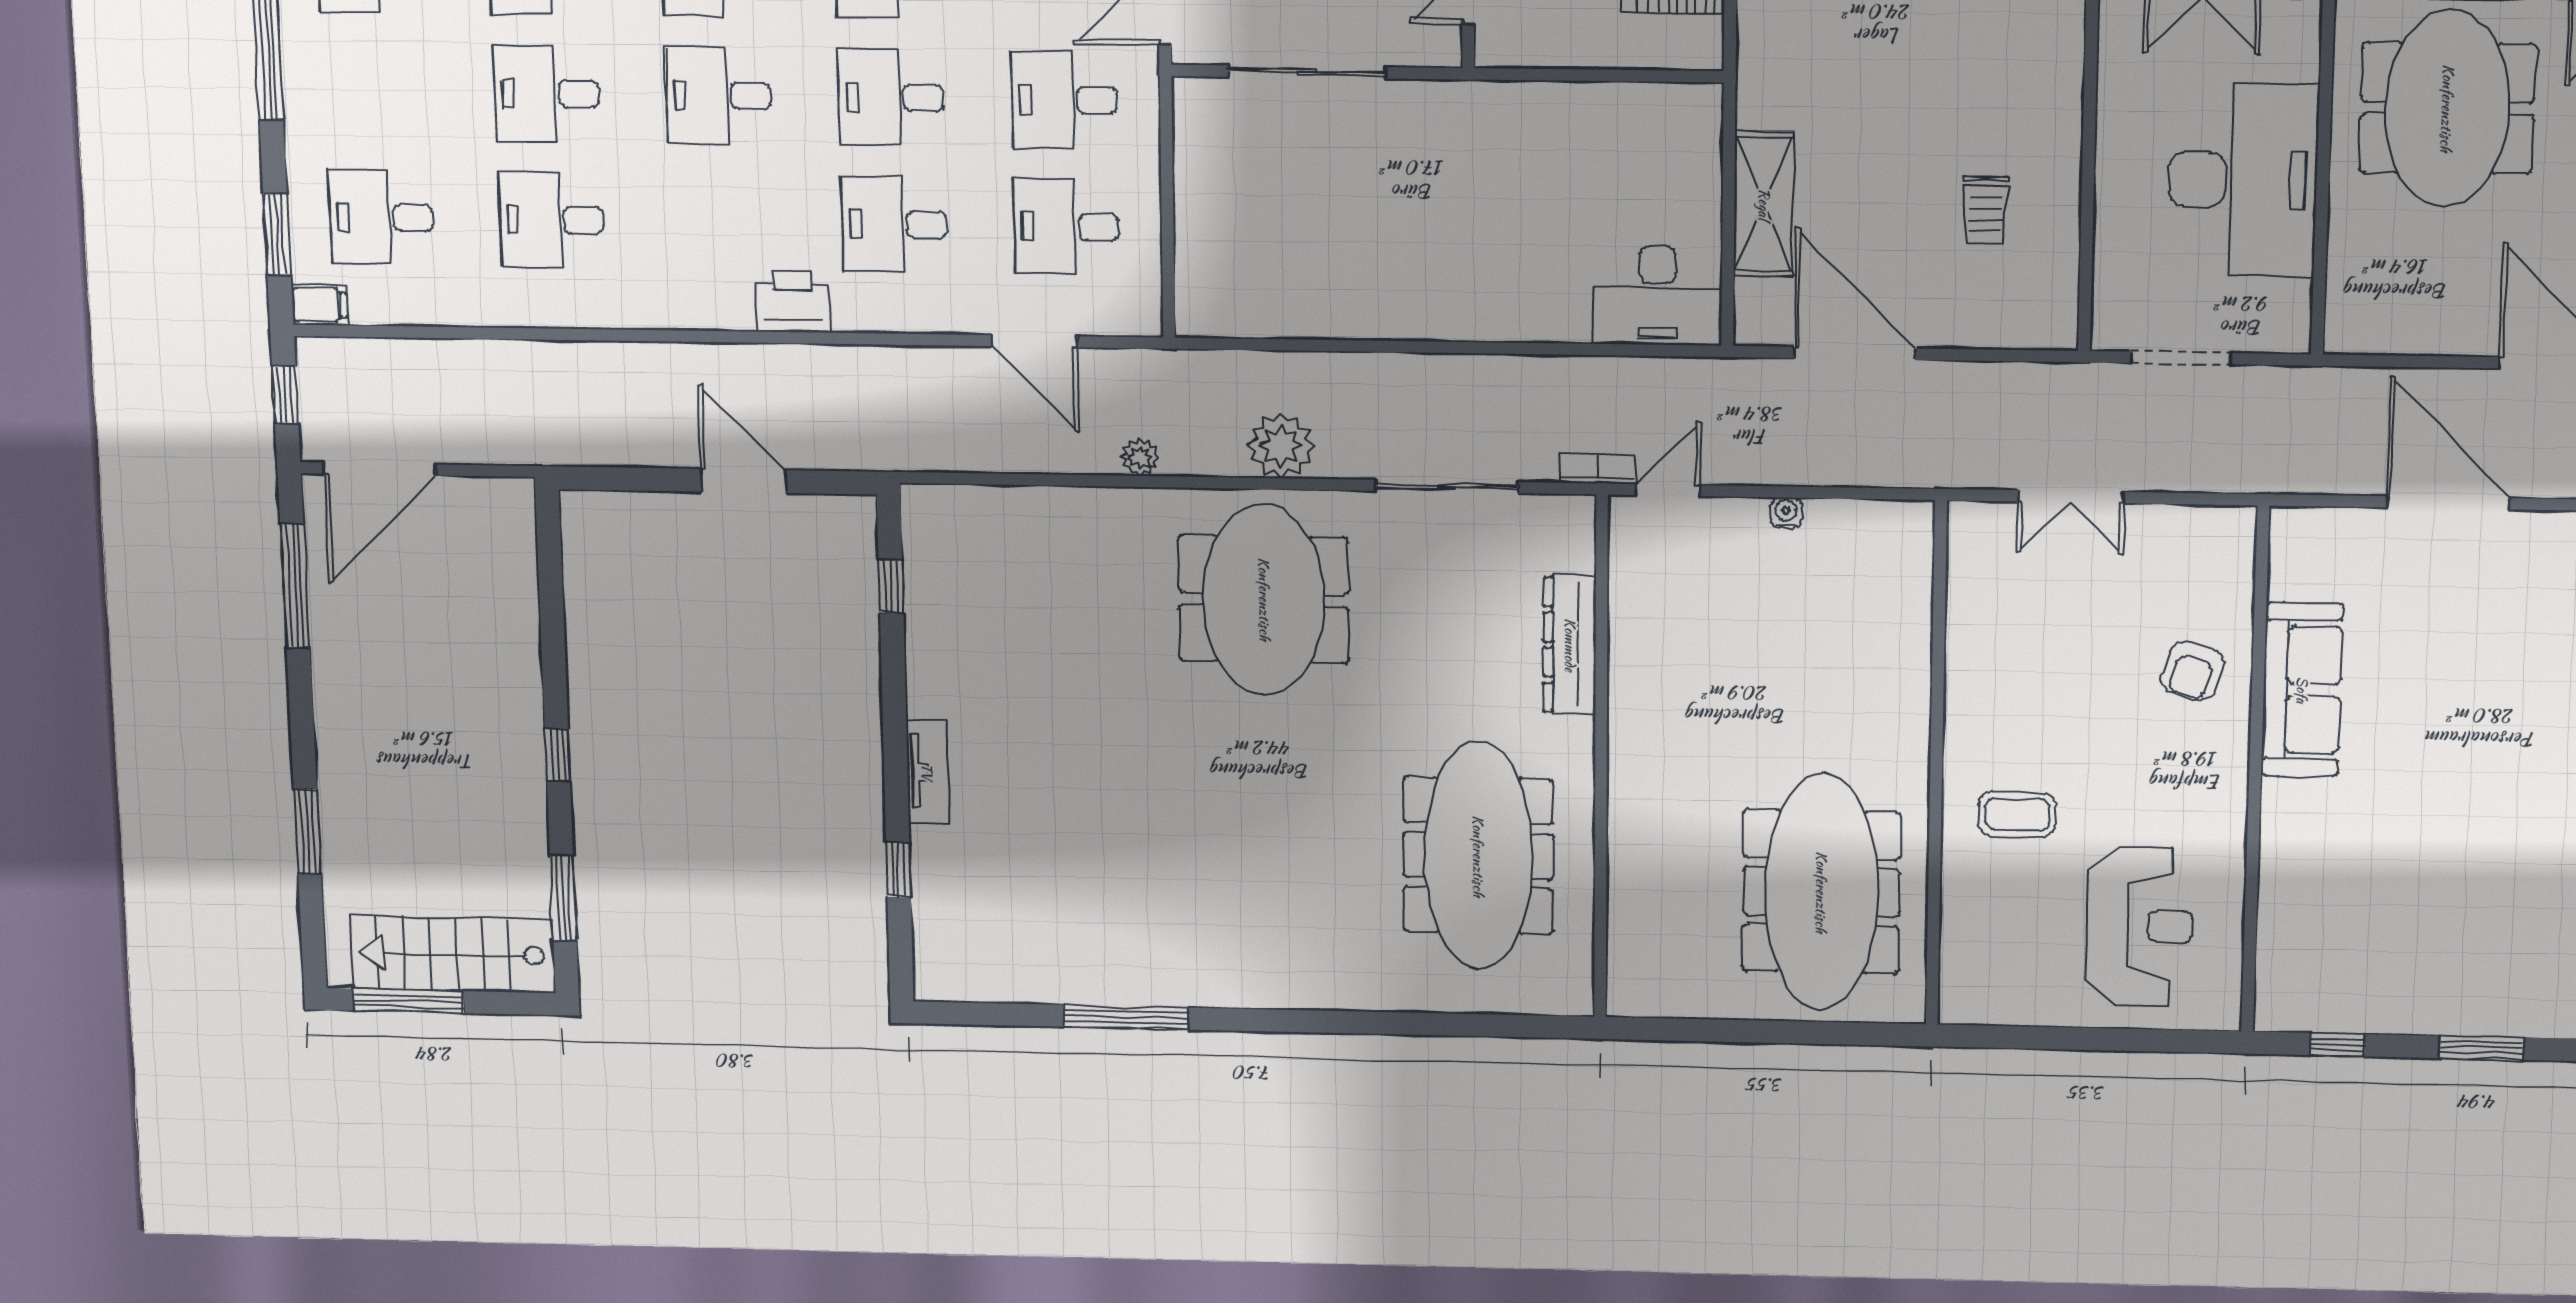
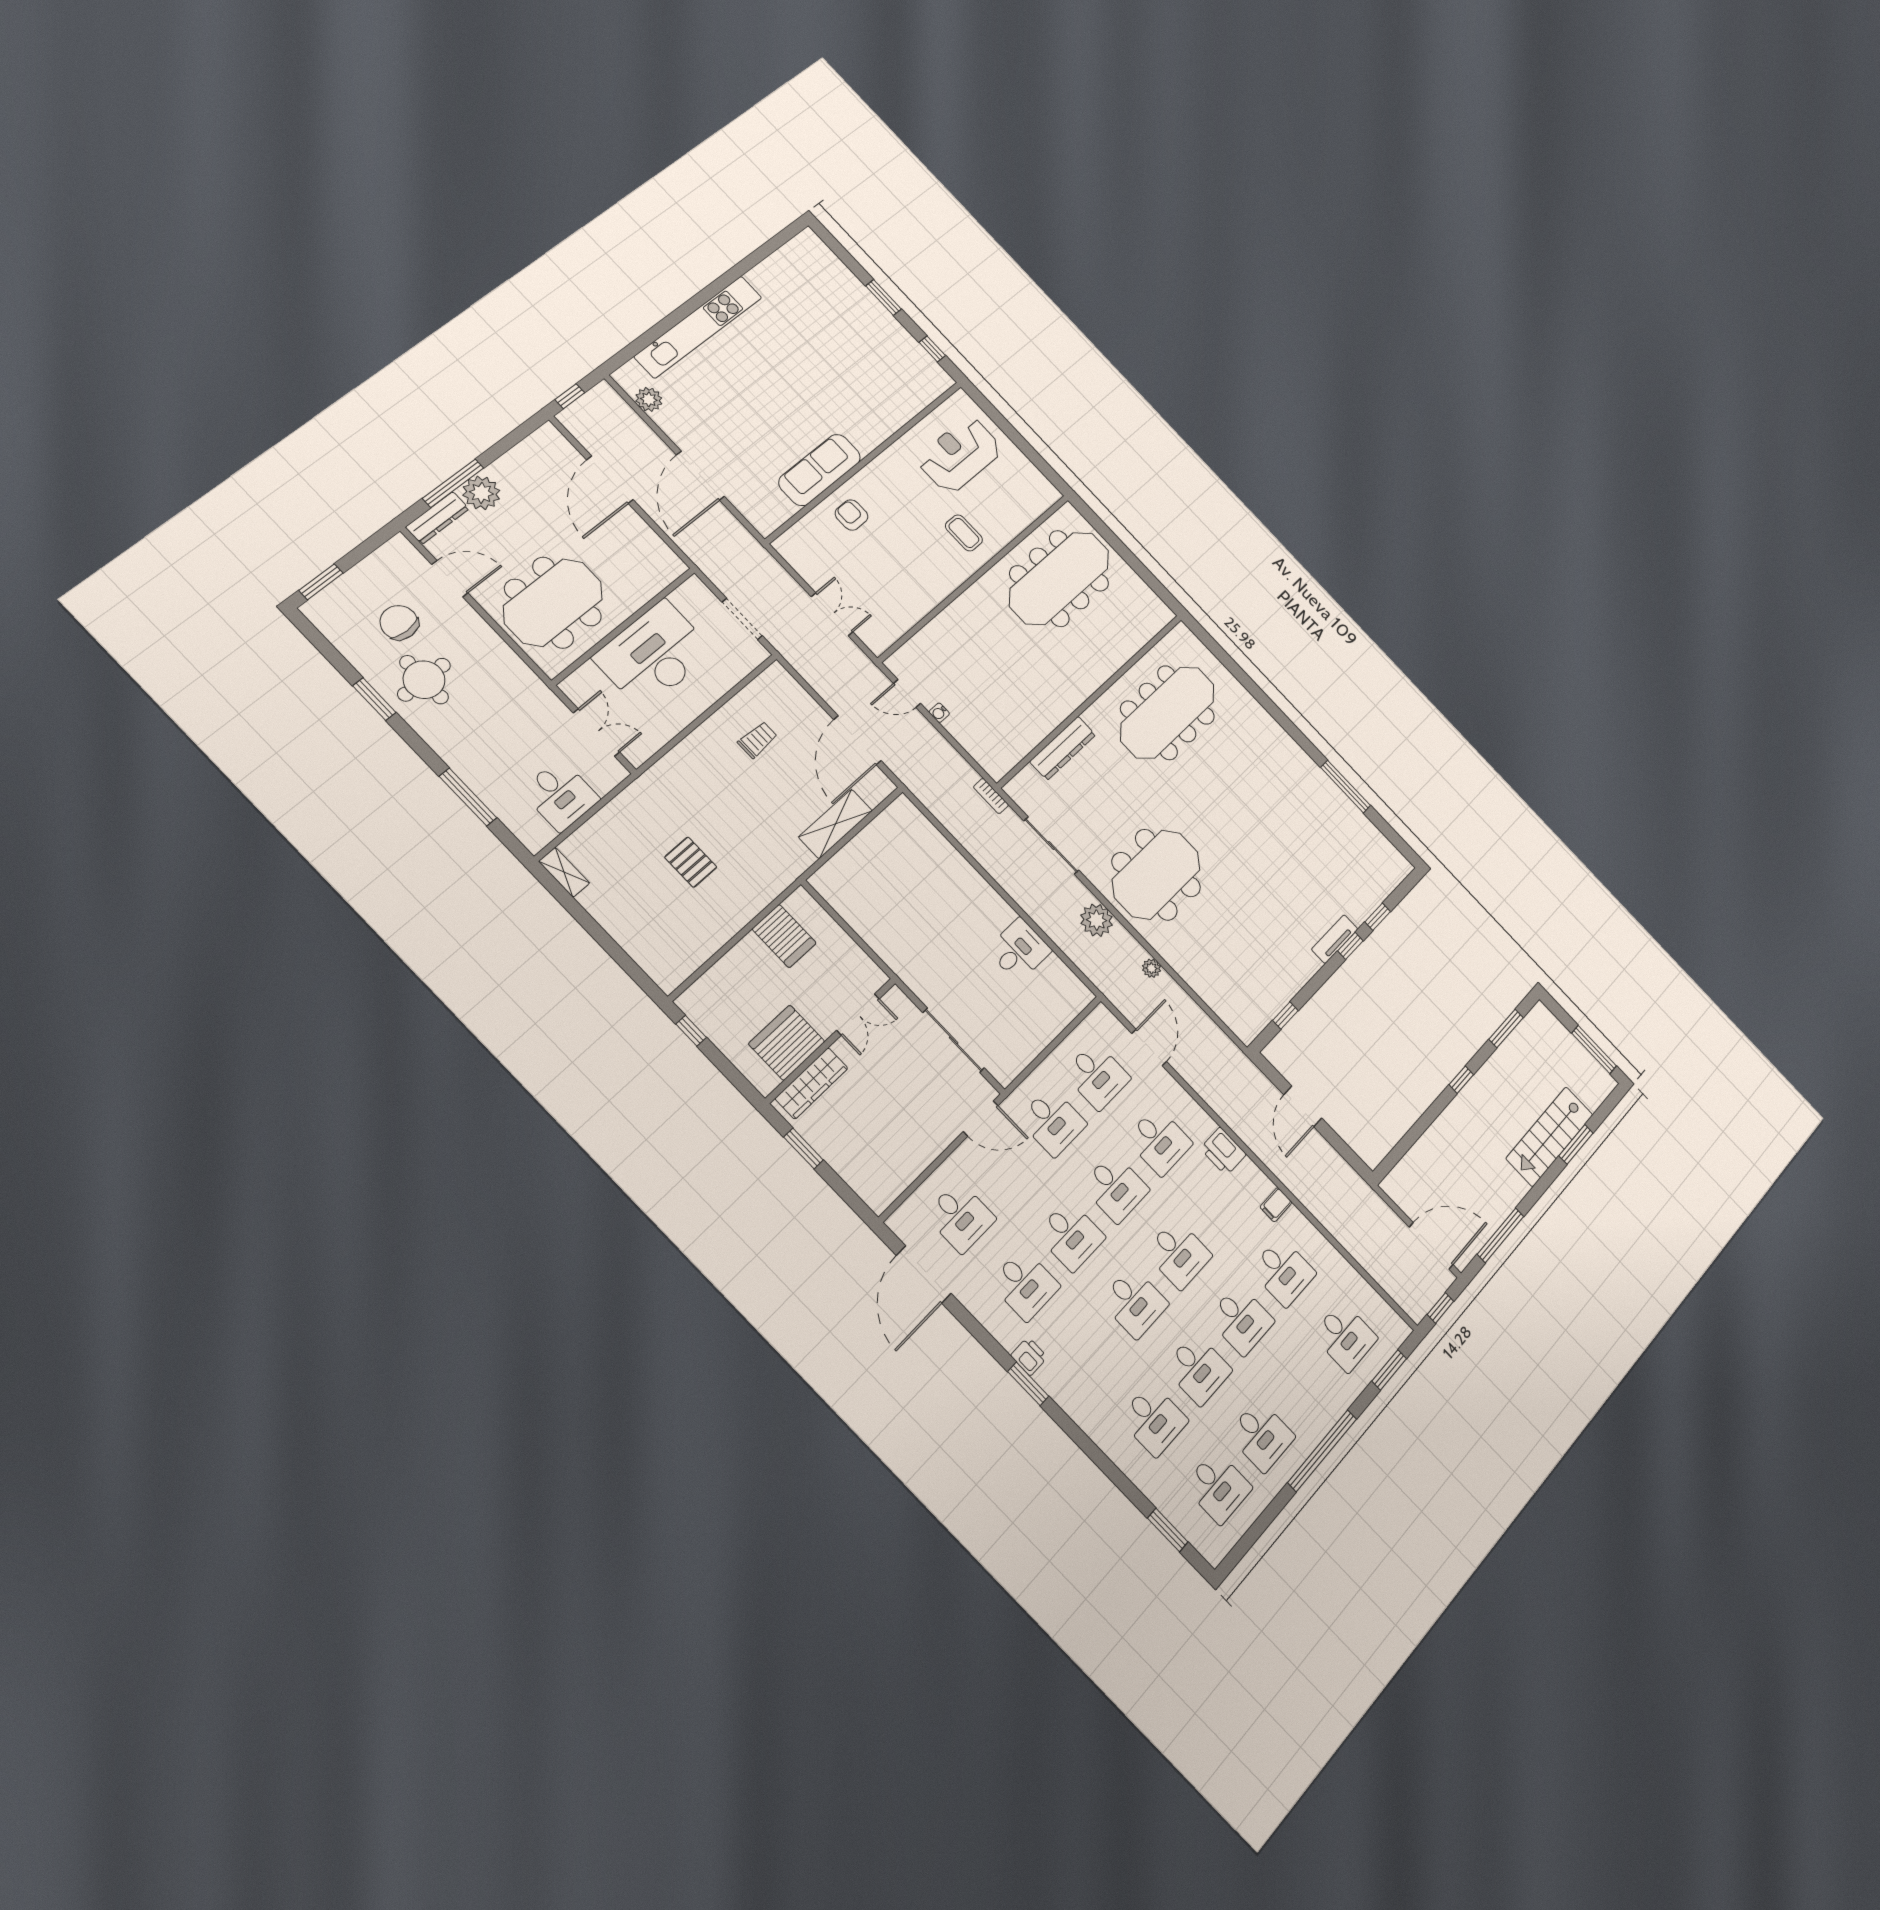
desk: (1657, 295) -> (1019, 950), moved, width x0.73
filing cabinet: (320, 305) -> (1276, 1205), moved, turned -90
door: (1668, 490) -> (907, 693), moved
armchair: (2193, 671) -> (852, 515), turned -107
window: (896, 785) -> (1350, 946), added
stairs: (453, 954) -> (1550, 1136), moved, turned 90

